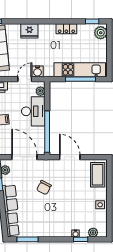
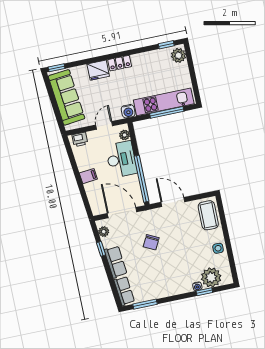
locker: (66, 29) -> (120, 63), moved
water cooler: (37, 71) -> (128, 111), moved
plant: (93, 233) -> (211, 277), width x1.88, depth x1.88

